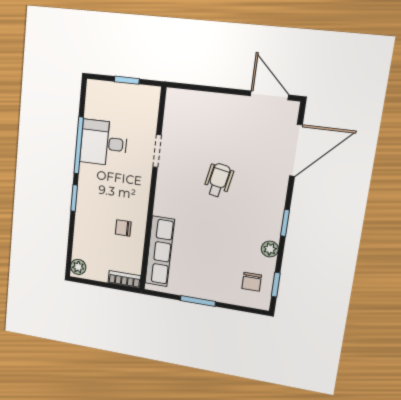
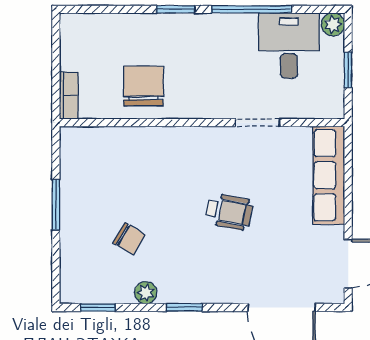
desk: (104, 143) -> (289, 46), moved
chair: (123, 228) -> (143, 86), width x1.87, depth x1.87
row of seats: (160, 251) -> (329, 175), moved, turned 90
plant: (78, 267) -> (333, 24), moved
chair: (252, 282) -> (129, 239), moved, turned -149

